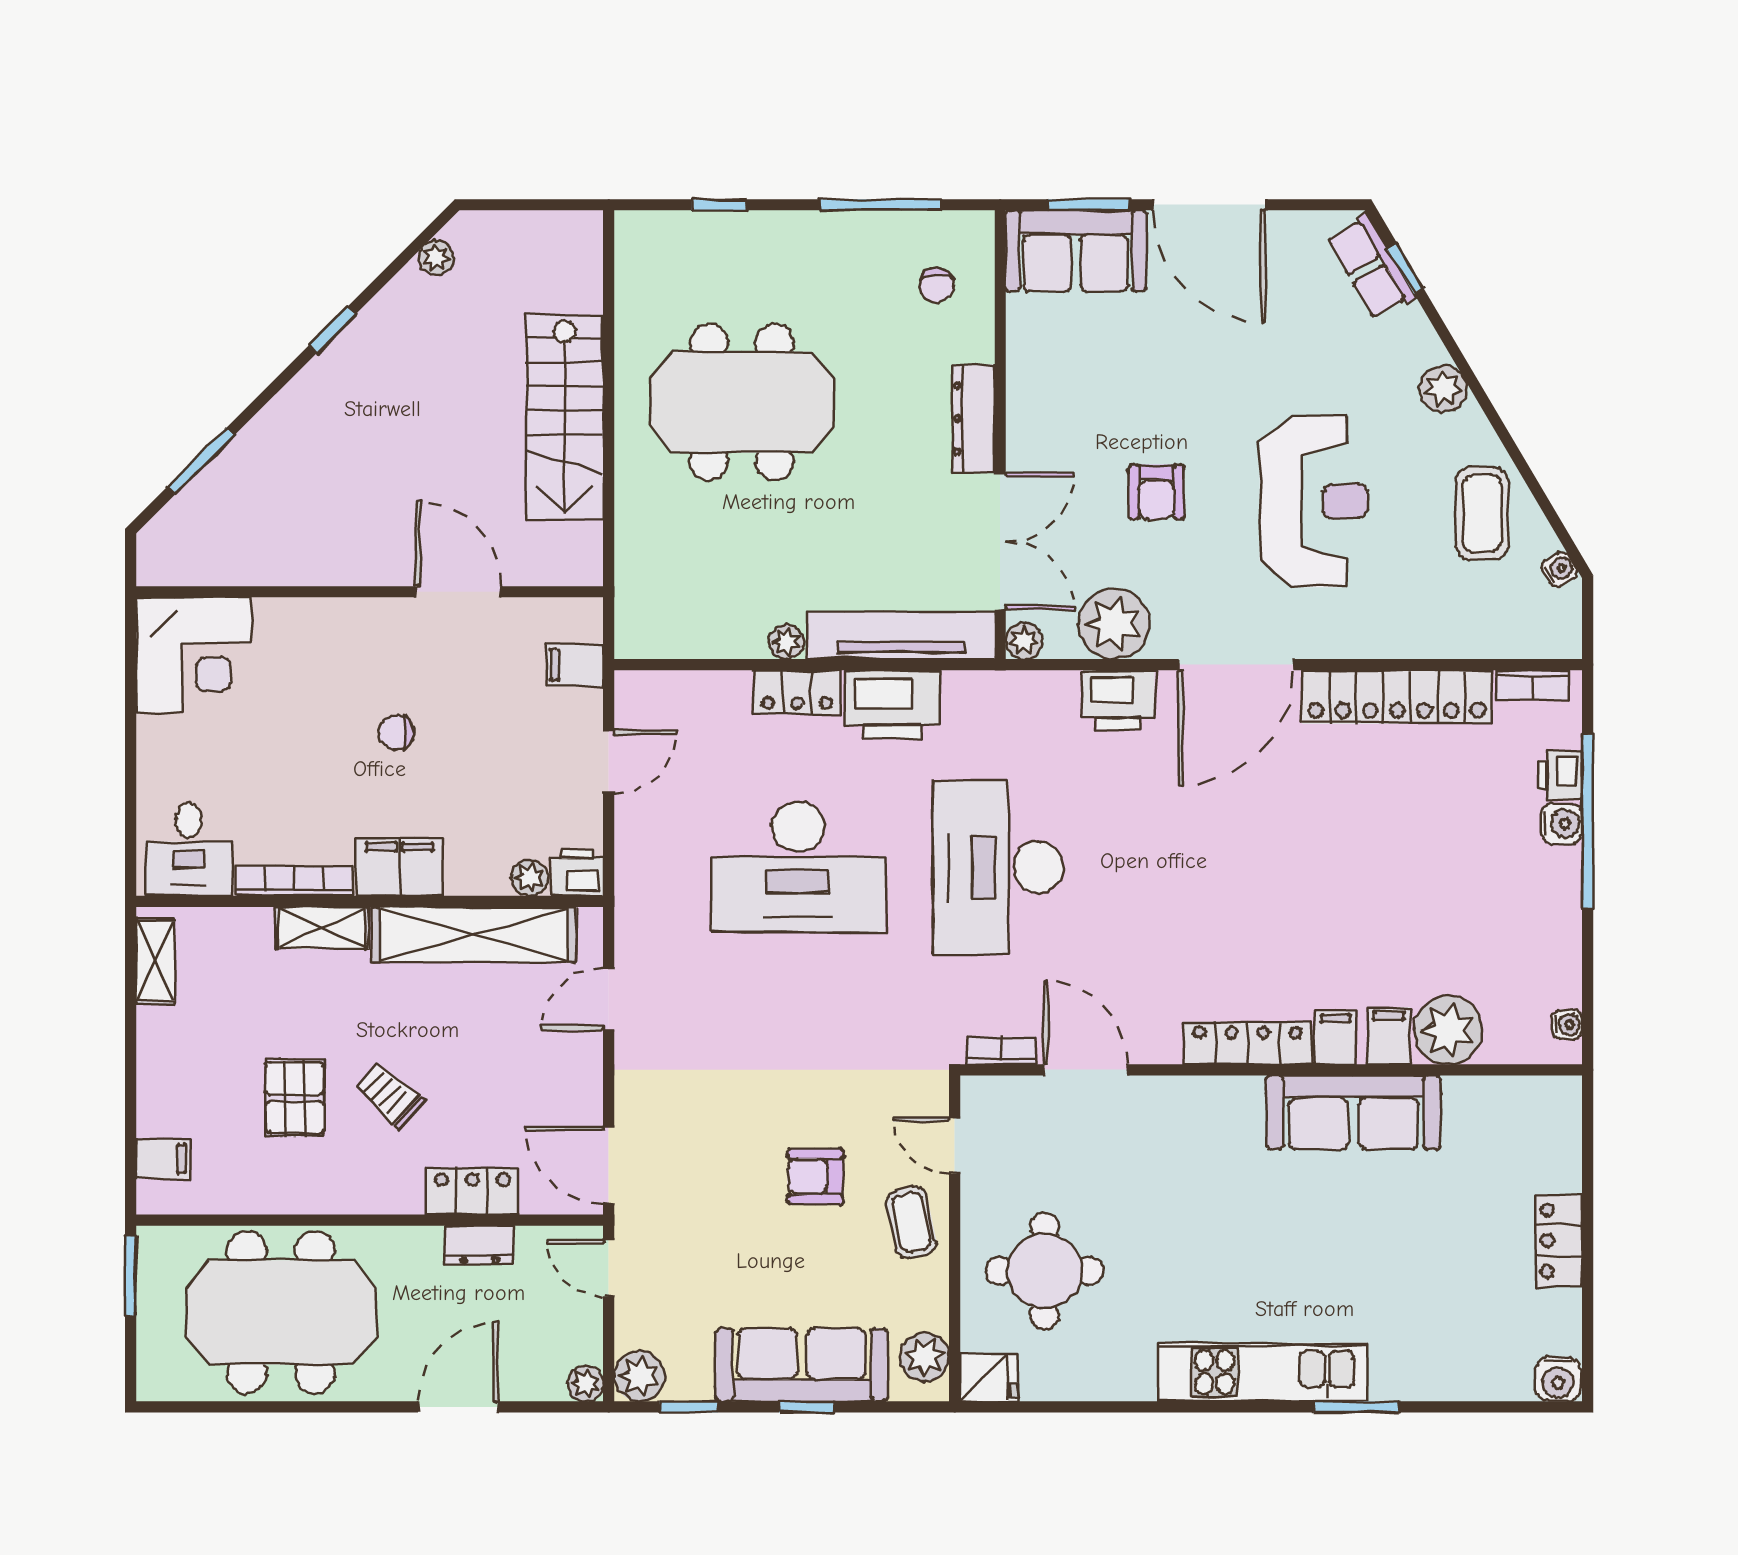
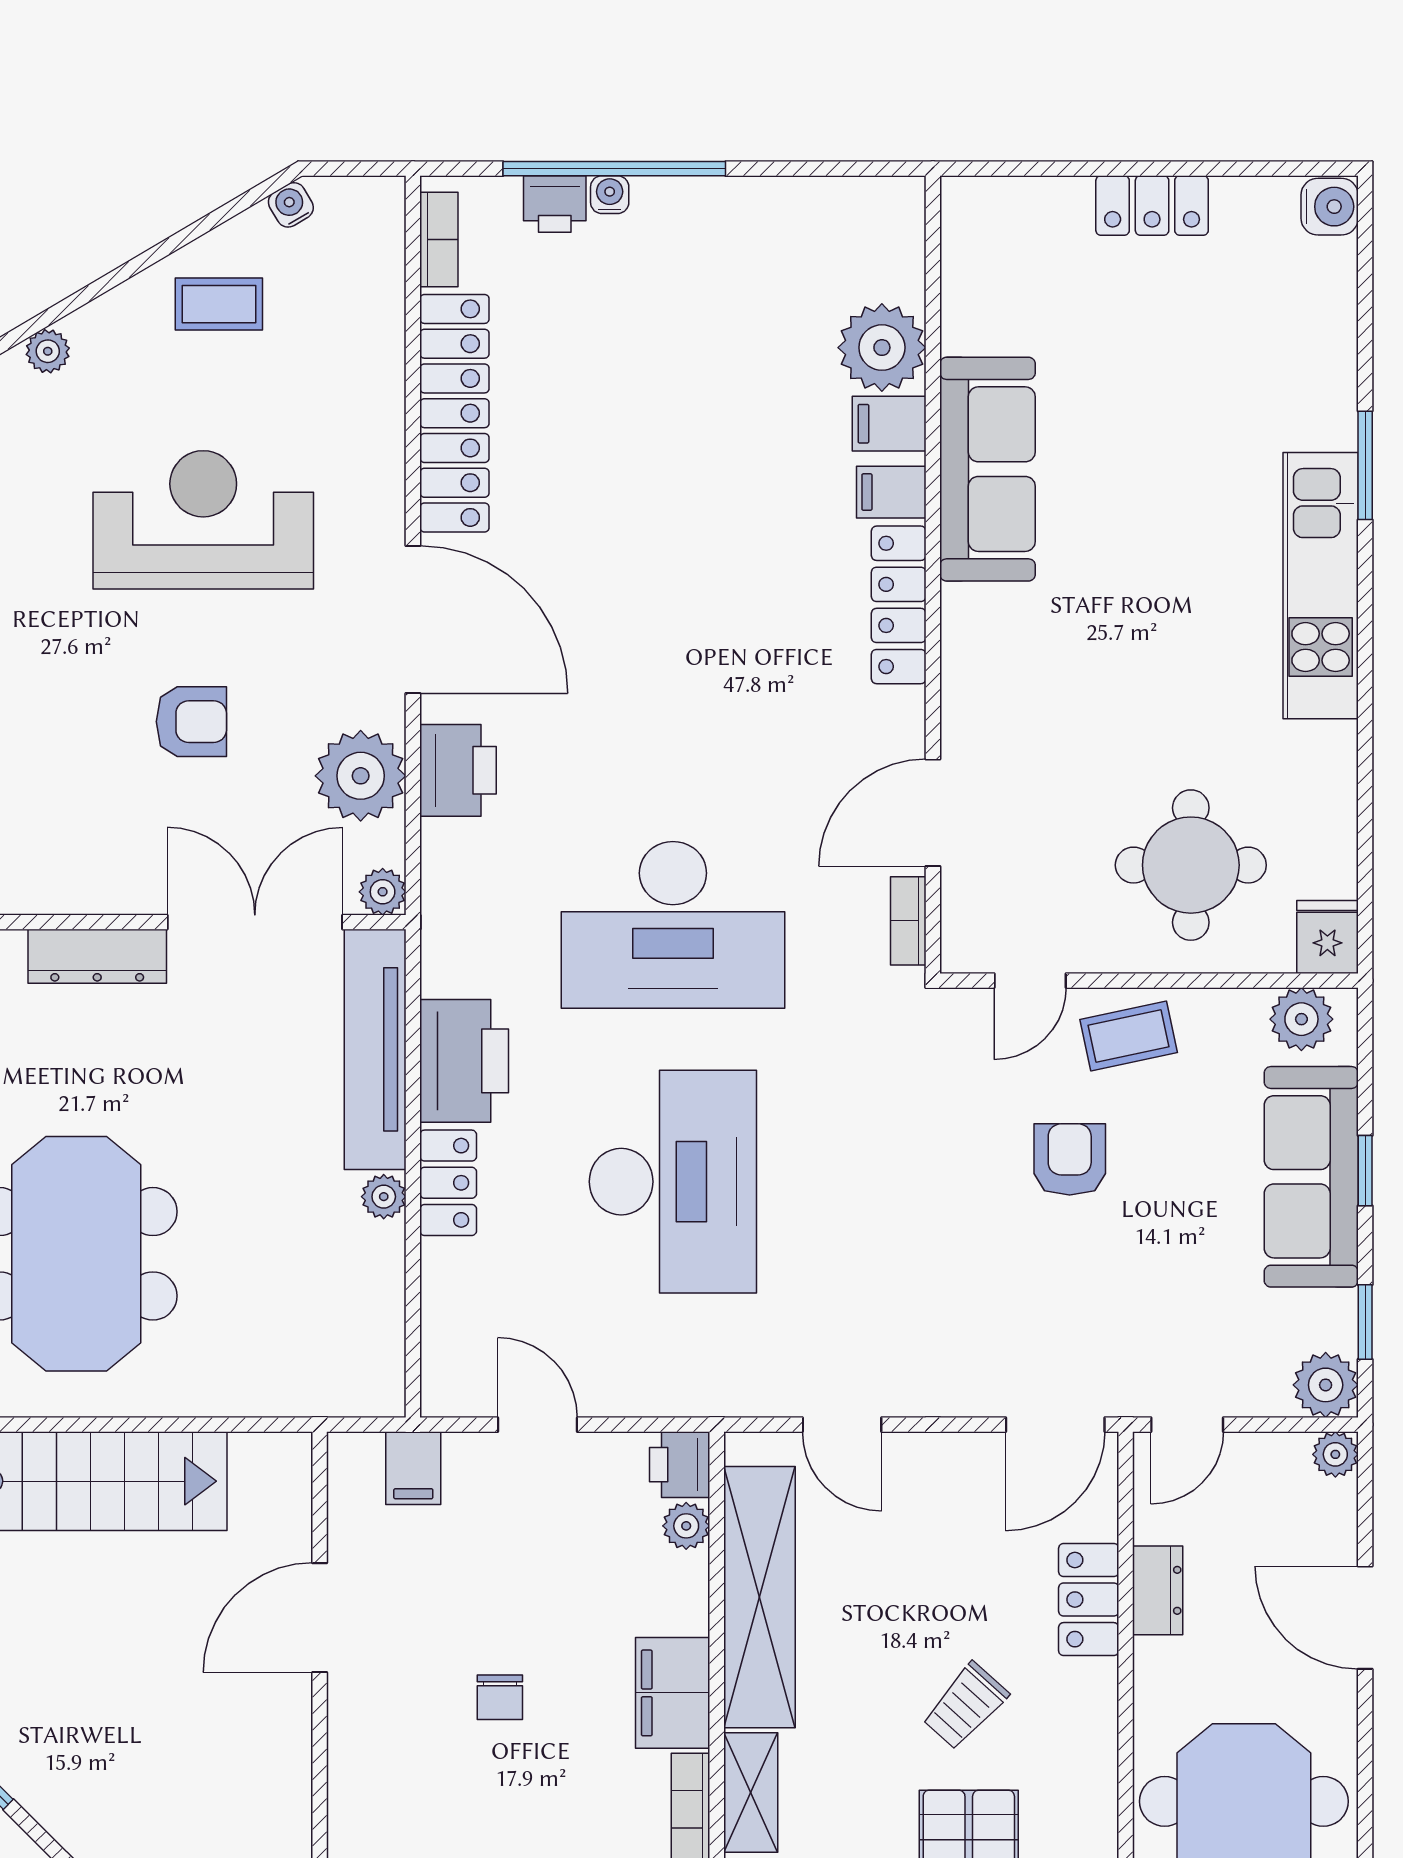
plant: (1443, 389) -> (48, 351), width x0.73, depth x0.73
coffee table: (1482, 513) -> (219, 304), width x0.73, depth x0.77
water cooler: (1562, 824) -> (610, 195), width x0.72, depth x0.72
water cooler: (1567, 1024) -> (875, 195), removed
armchair: (815, 1176) -> (1070, 1159), turned 180

